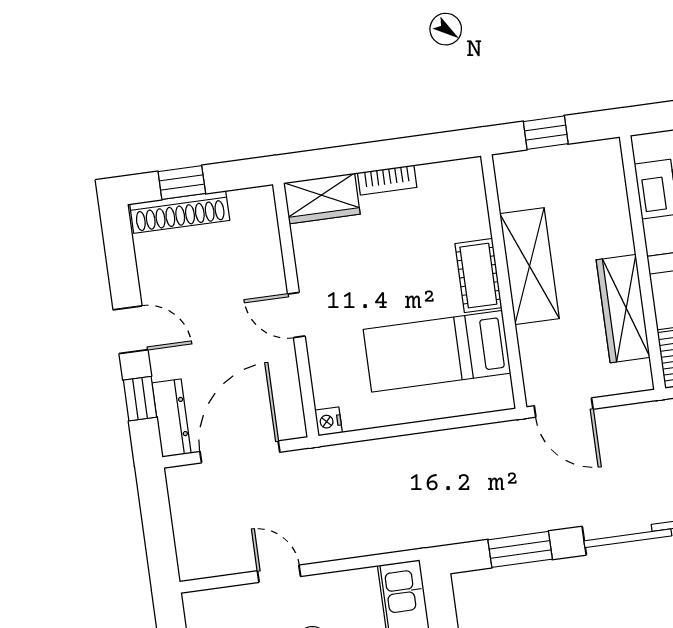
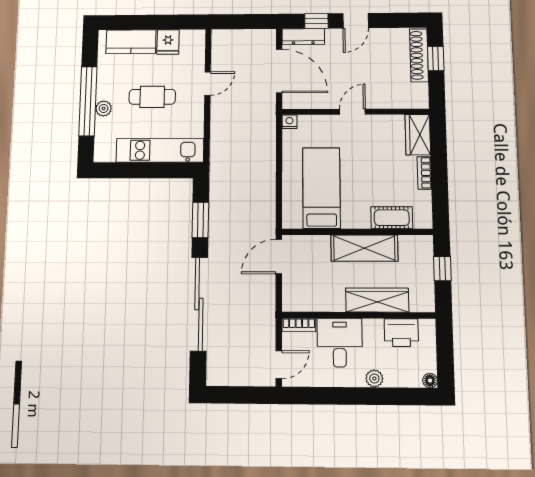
cot: (478, 276) -> (392, 218), moved
wardrobe: (623, 309) -> (377, 300), moved

